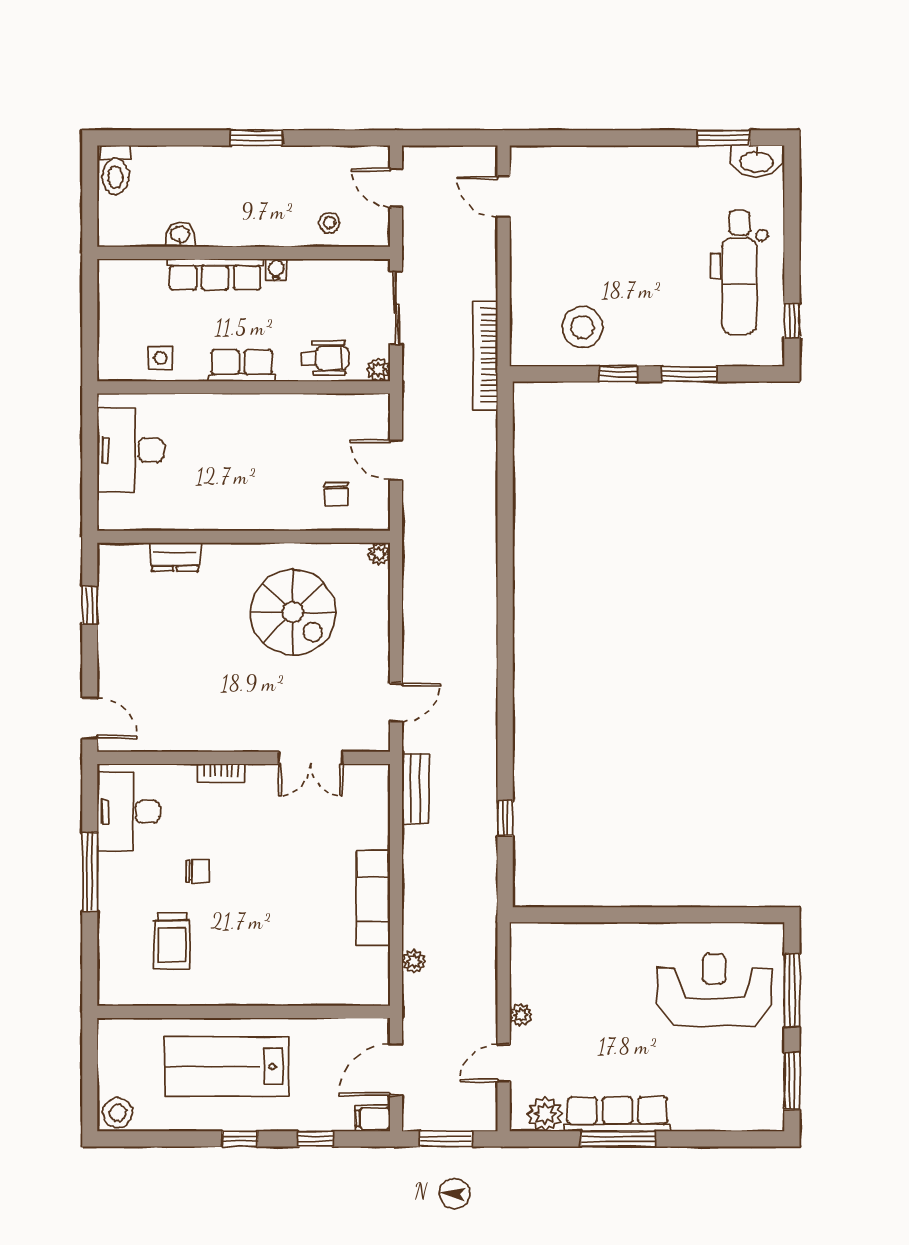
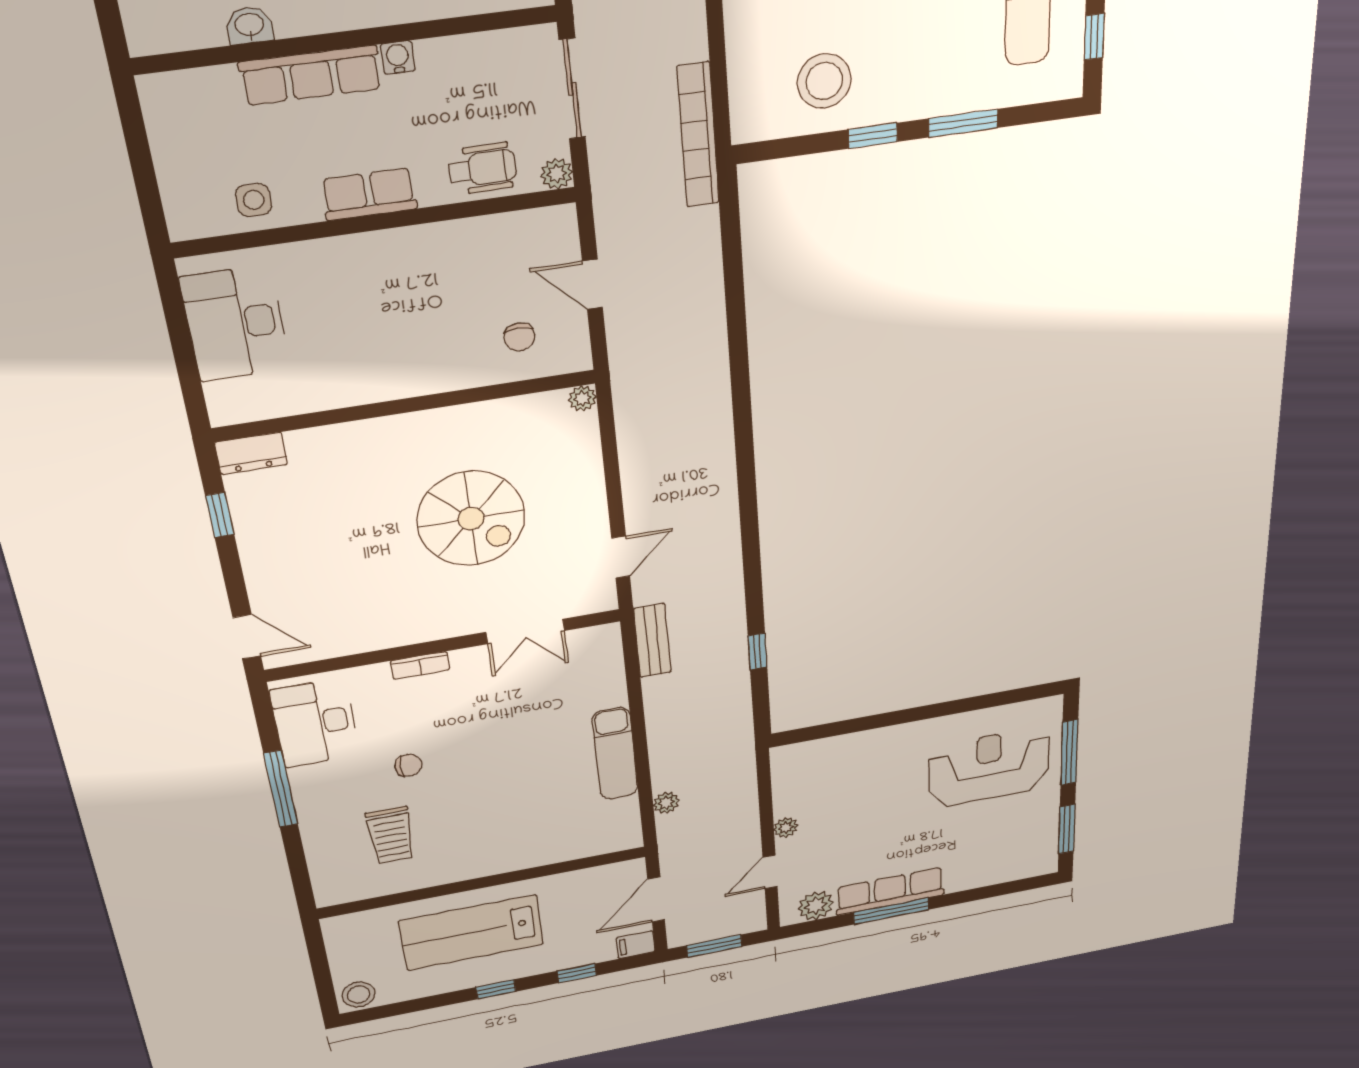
dresser: (175, 557) -> (251, 453), moved
spiral stairs: (293, 612) -> (471, 519), moved

